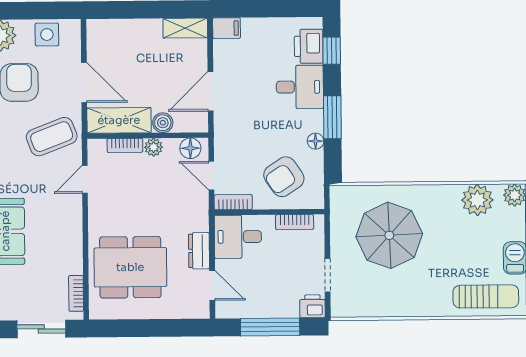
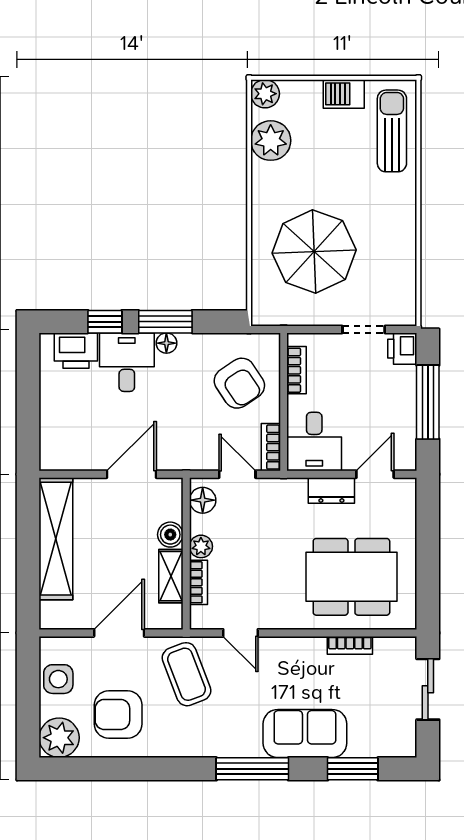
shelving: (185, 28) -> (56, 539), width x2.20, depth x1.33
filing cabinet: (226, 28) -> (52, 454), removed
window: (332, 51) -> (105, 322), moved
door: (211, 91) -> (131, 474), swing flipped
shelving: (119, 120) -> (171, 576), width x0.67, depth x0.75
floor lamp: (316, 141) -> (166, 343), moved
door: (211, 176) -> (237, 474), swing flipped
dining table: (130, 267) -> (351, 577), turned 90
bookcase: (76, 293) -> (350, 645), moved

